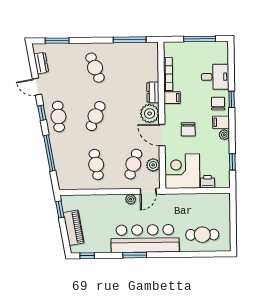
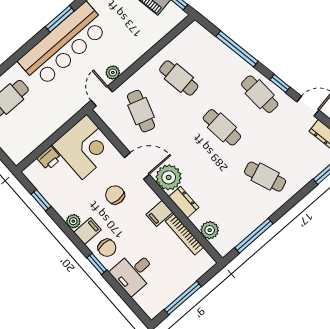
cafe table: (96, 116) -> (222, 127), turned -30
plant: (153, 165) -> (210, 230), moved

